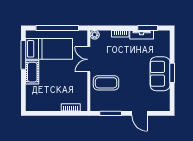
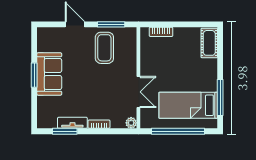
cot: (32, 72) -> (209, 43), moved
coffee table: (106, 83) -> (104, 48), moved, turned 90

